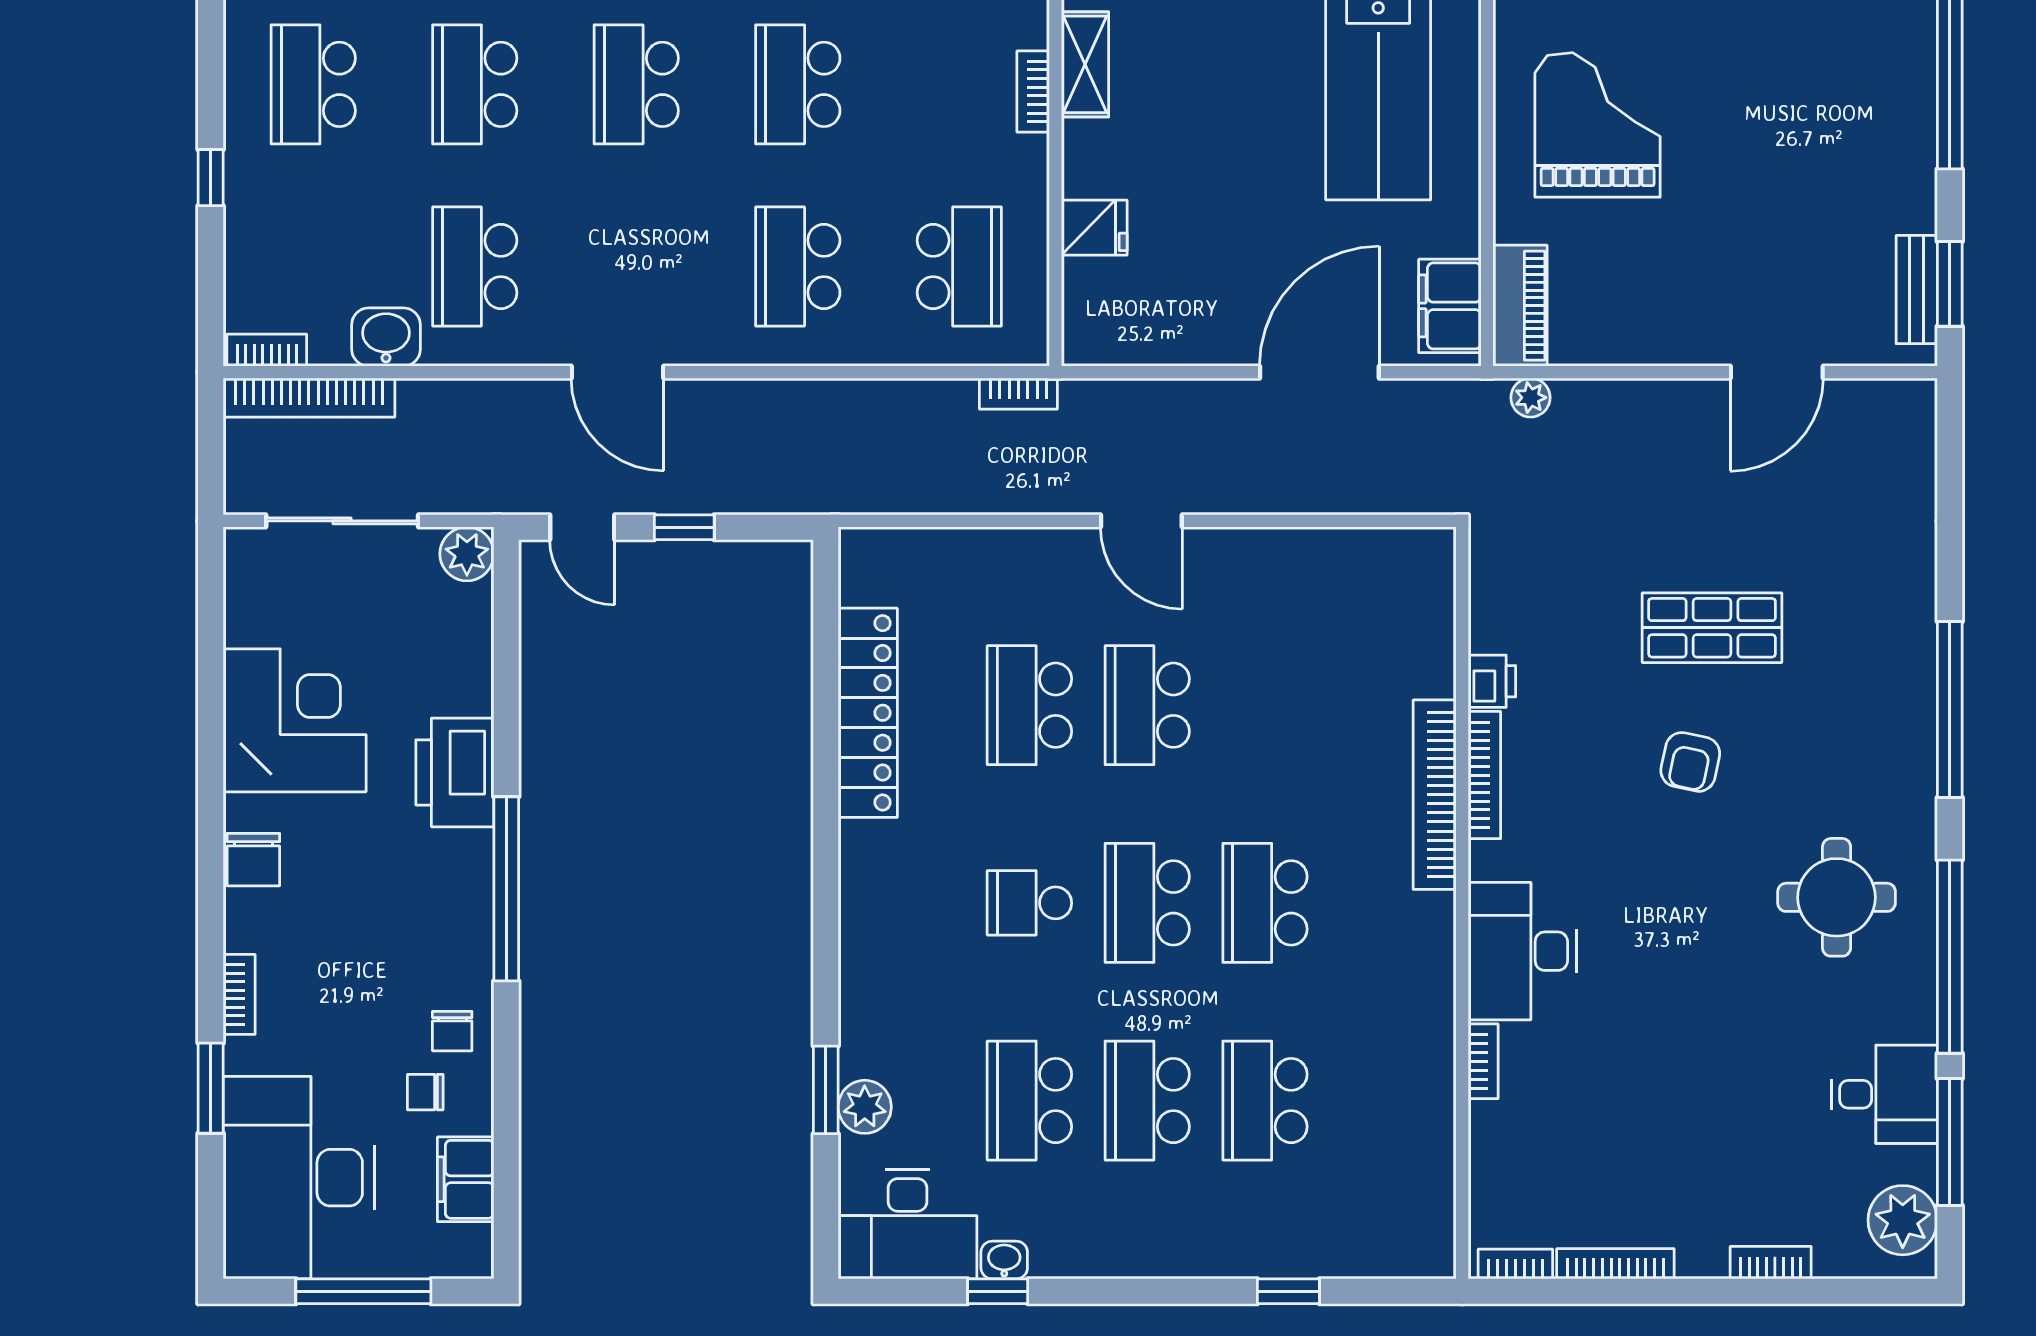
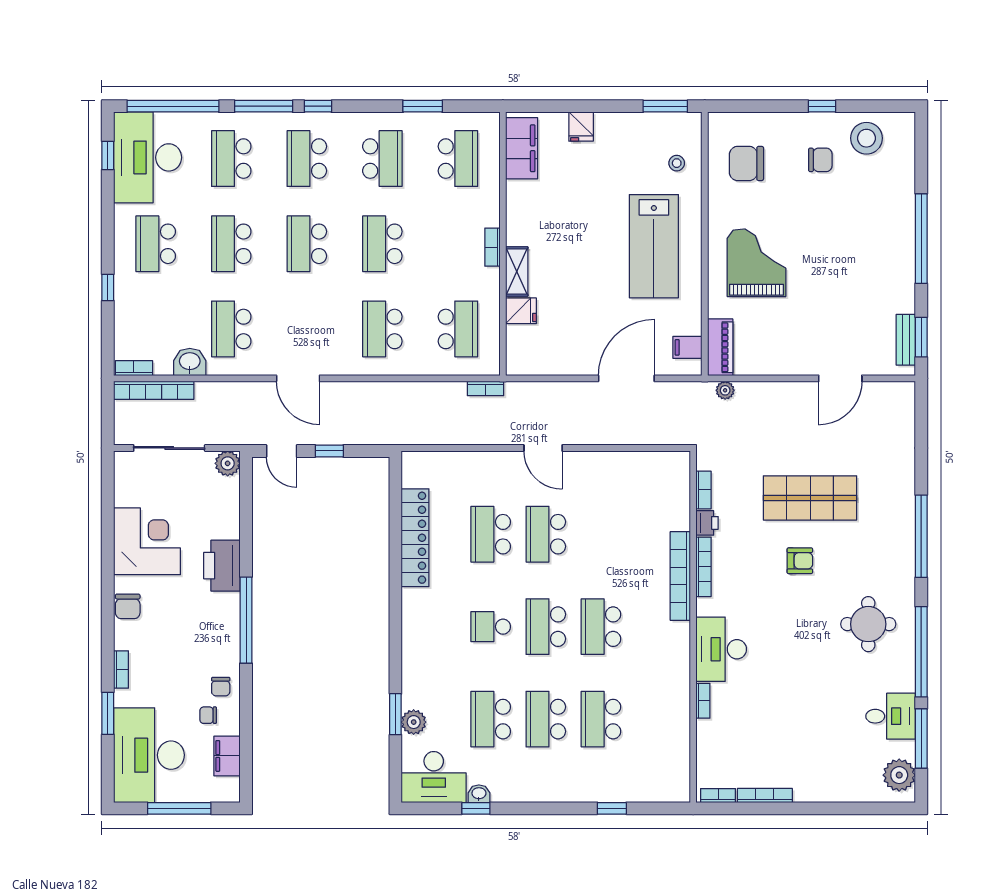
shelving: (1085, 64) -> (517, 271), moved
filing cabinet: (1450, 306) -> (687, 347), width x0.50
shop shelf: (1712, 628) -> (810, 498), width x1.43, depth x1.36
armchair: (1690, 762) -> (800, 561), turned -102
bookcase: (1771, 1263) -> (704, 490), moved, turned 90

